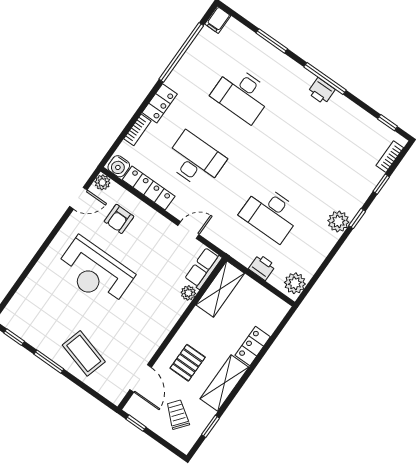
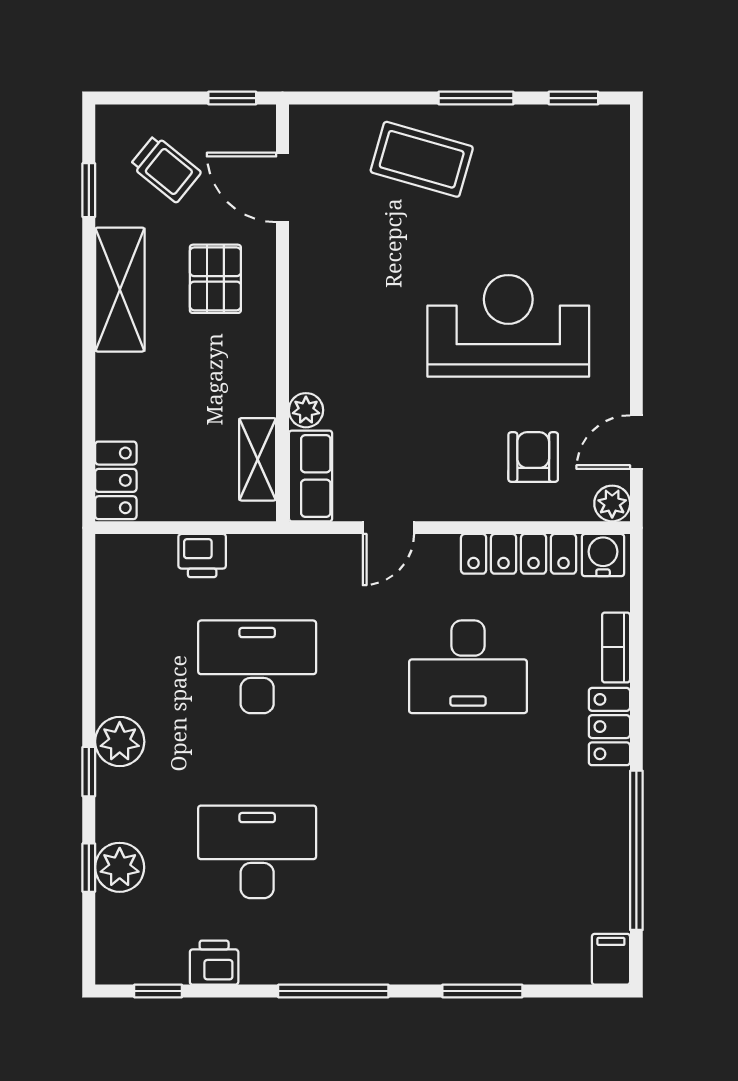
printer: (321, 91) -> (214, 963), moved
desk: (242, 94) -> (257, 852), moved
bookcase: (390, 157) -> (109, 930), removed
plant: (295, 283) -> (120, 867), moved
shelving: (220, 289) -> (258, 459), width x0.67, depth x0.75
locker: (253, 346) -> (116, 480), moved

